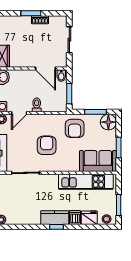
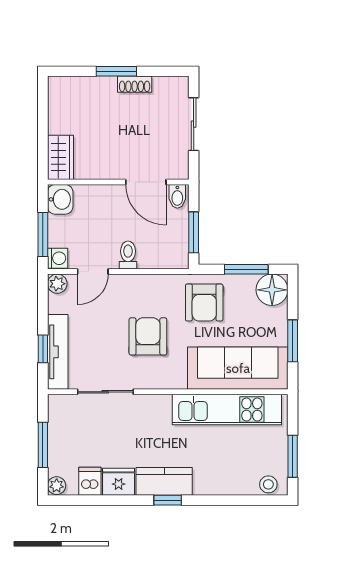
sofa: (98, 161) -> (238, 368), width x1.36
dishwasher: (75, 217) -> (90, 481), moved
fridge: (89, 218) -> (119, 482), moved

